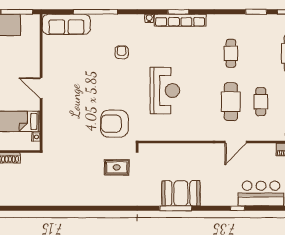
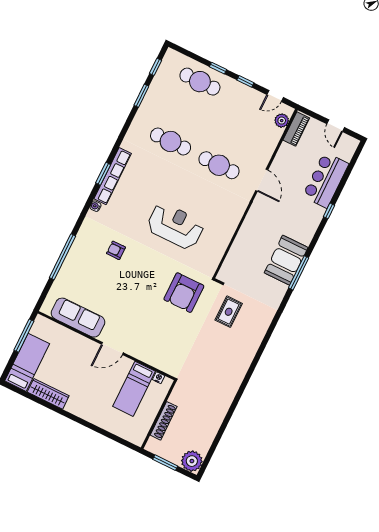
sofa: (66, 24) -> (78, 318), moved, turned -90
cafe table: (231, 53) -> (171, 141), width x1.37, depth x1.35
cafe table: (261, 102) -> (234, 135), removed

